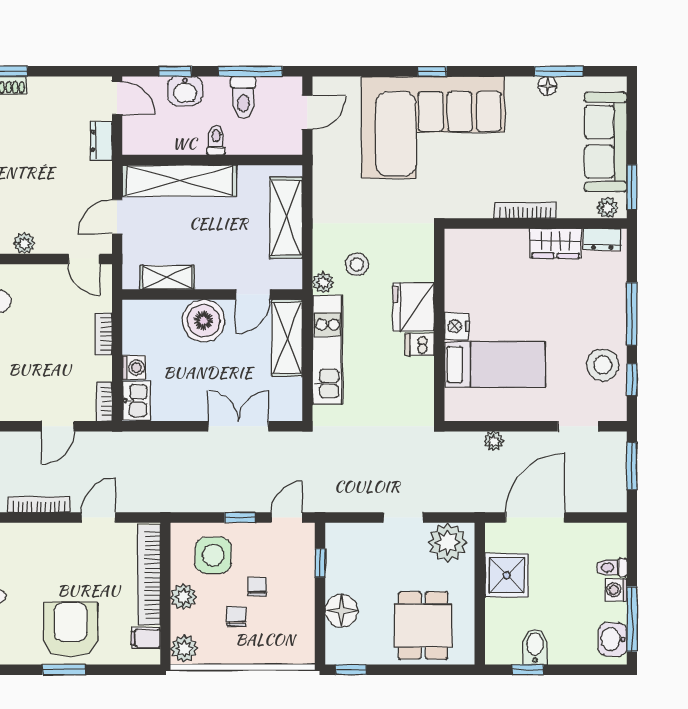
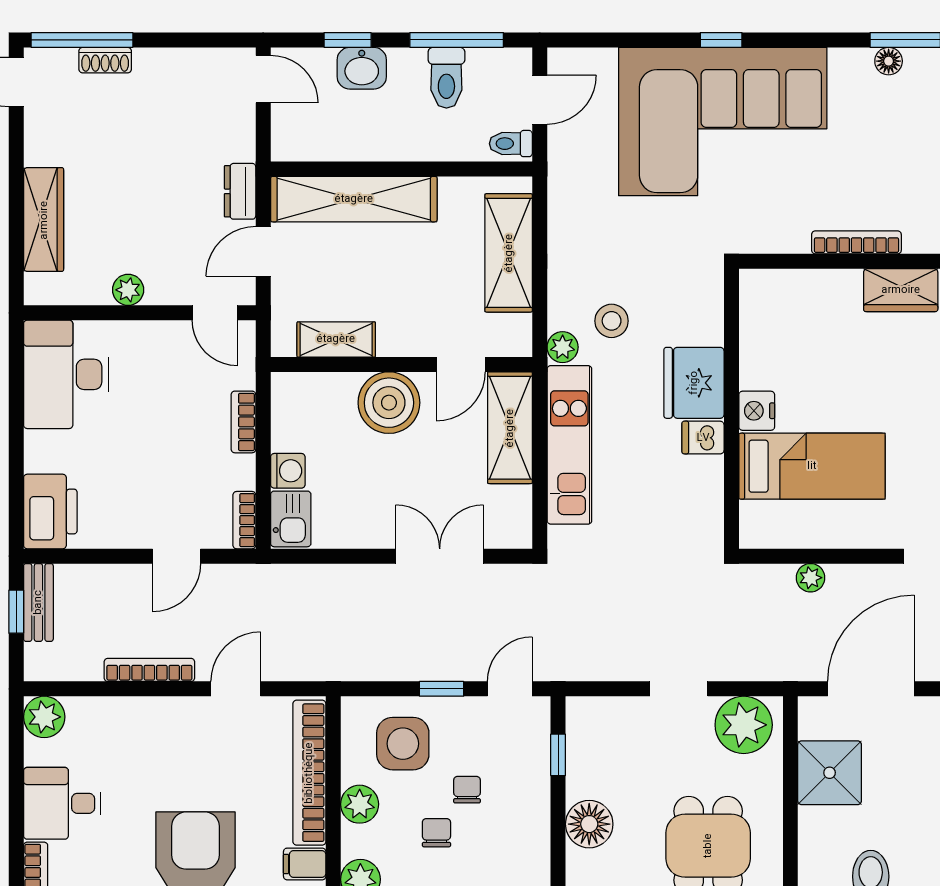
toilet: (216, 140) -> (511, 144), moved, turned -90
dresser: (101, 141) -> (240, 191), moved

